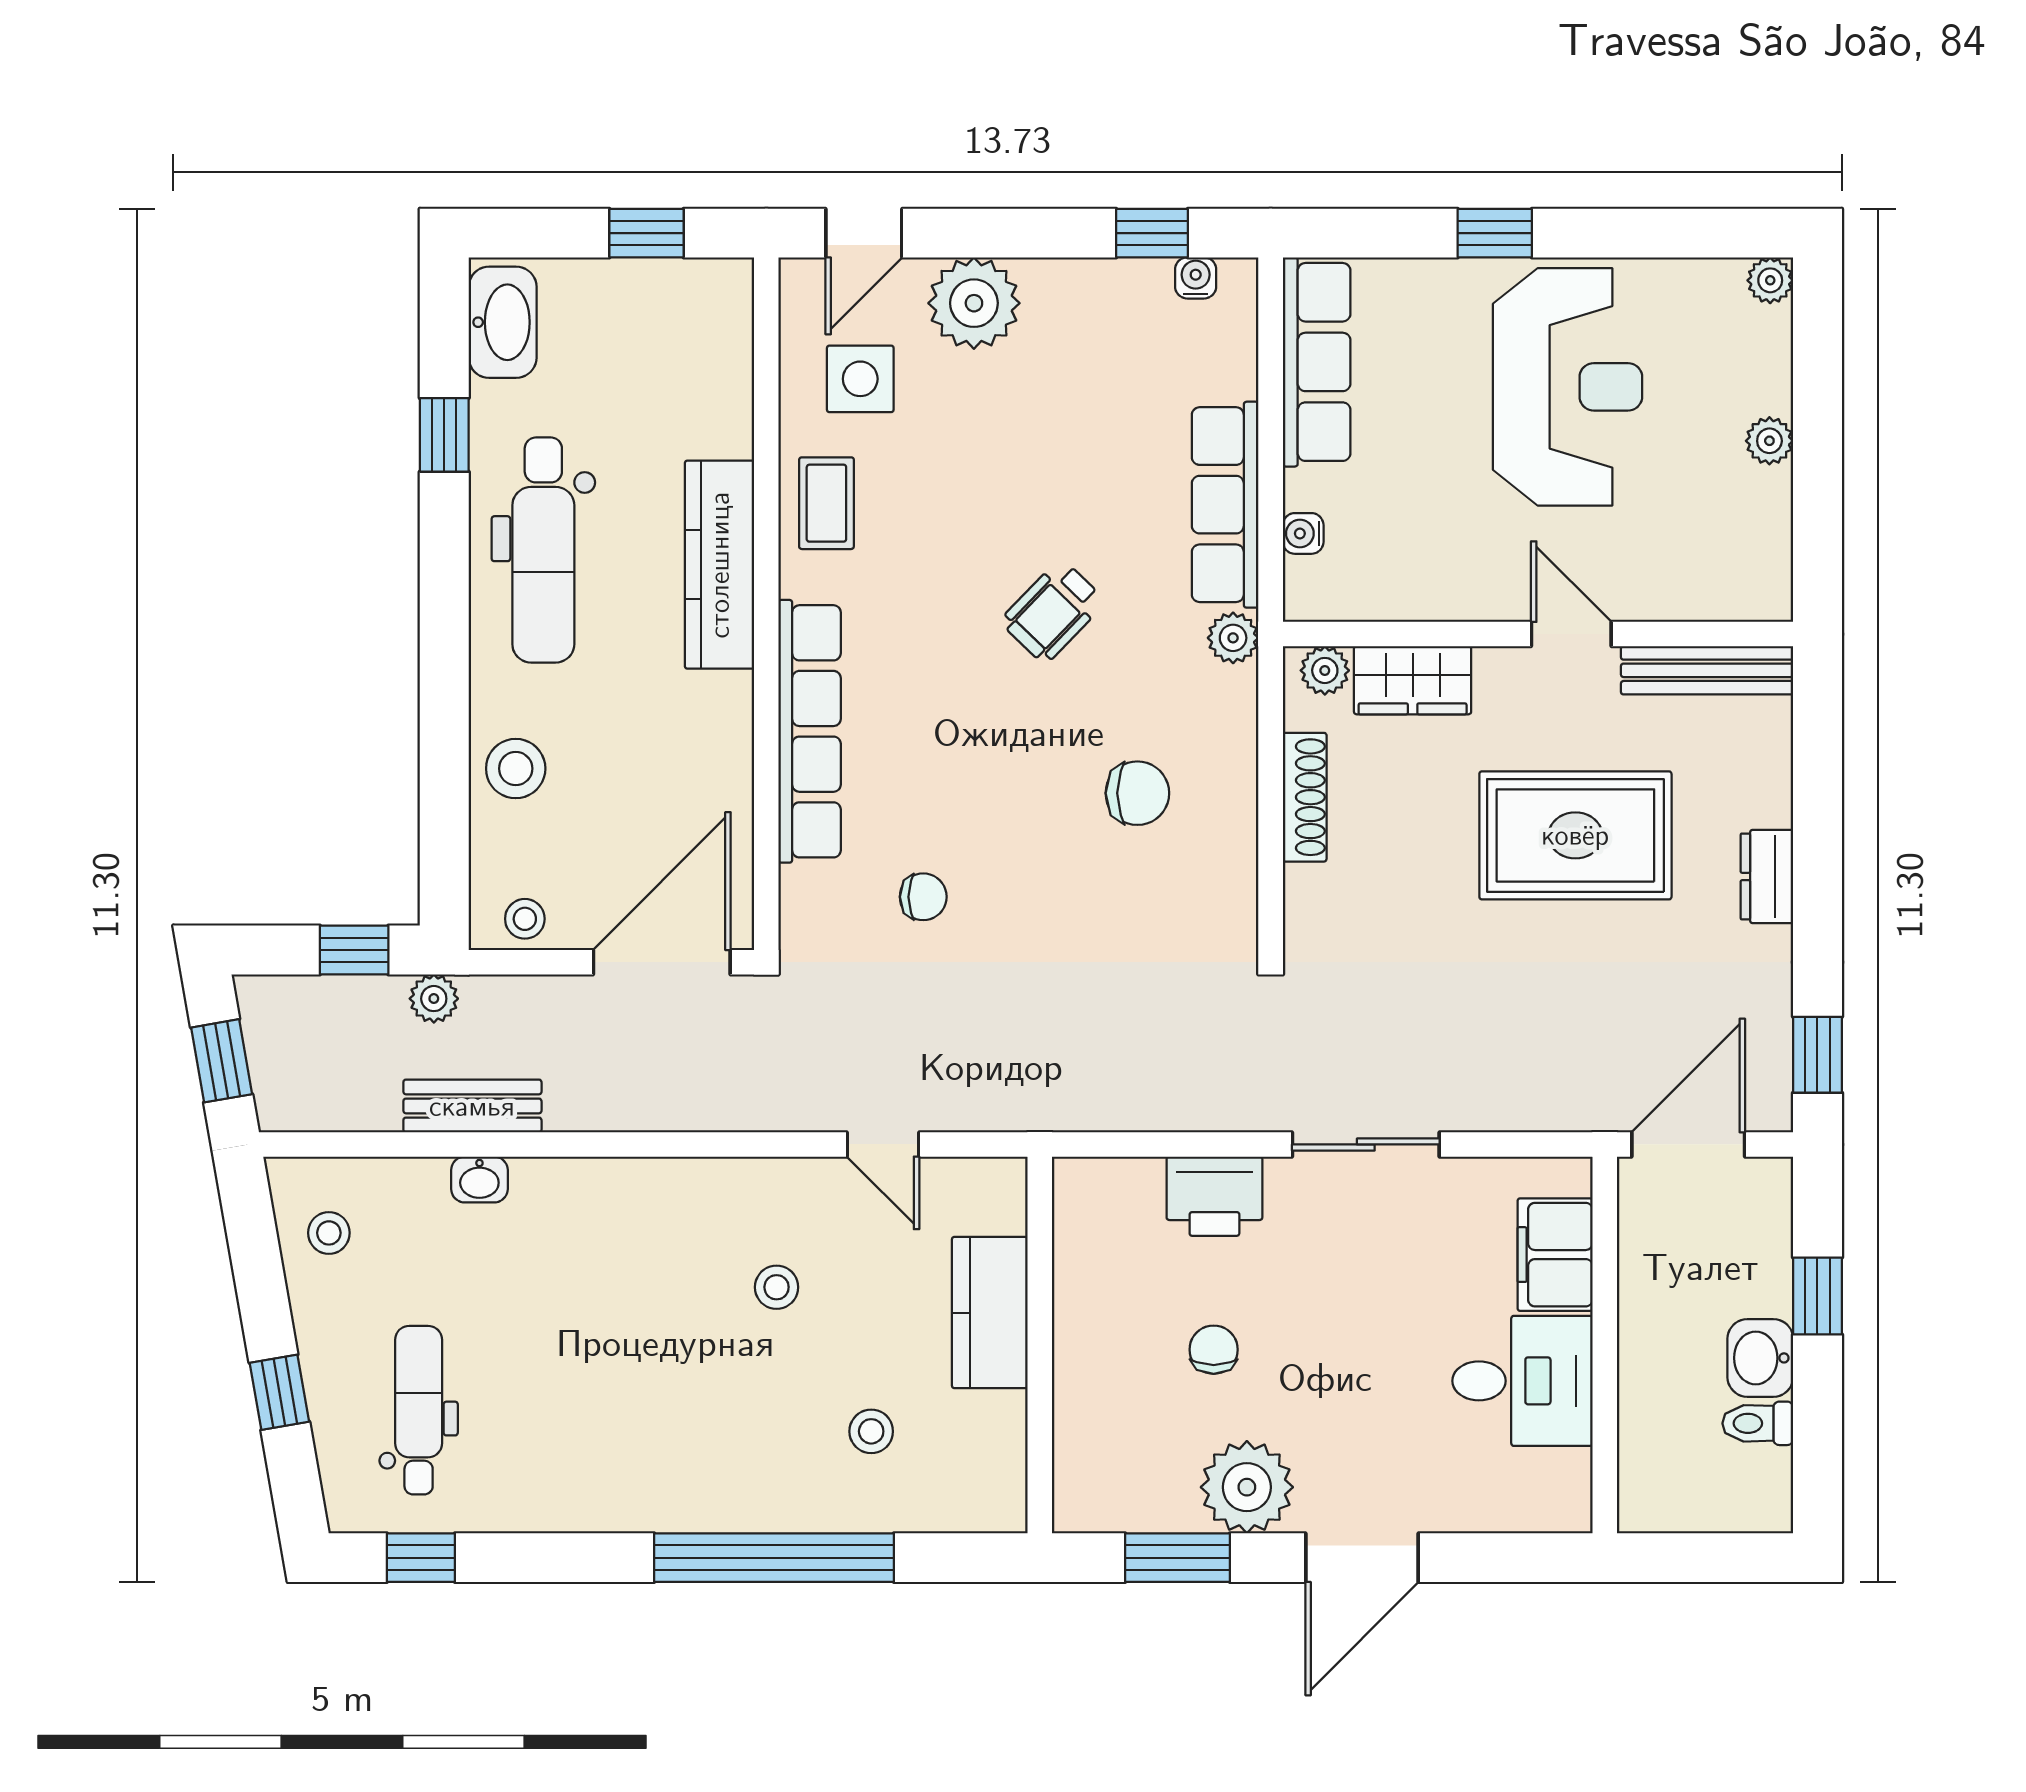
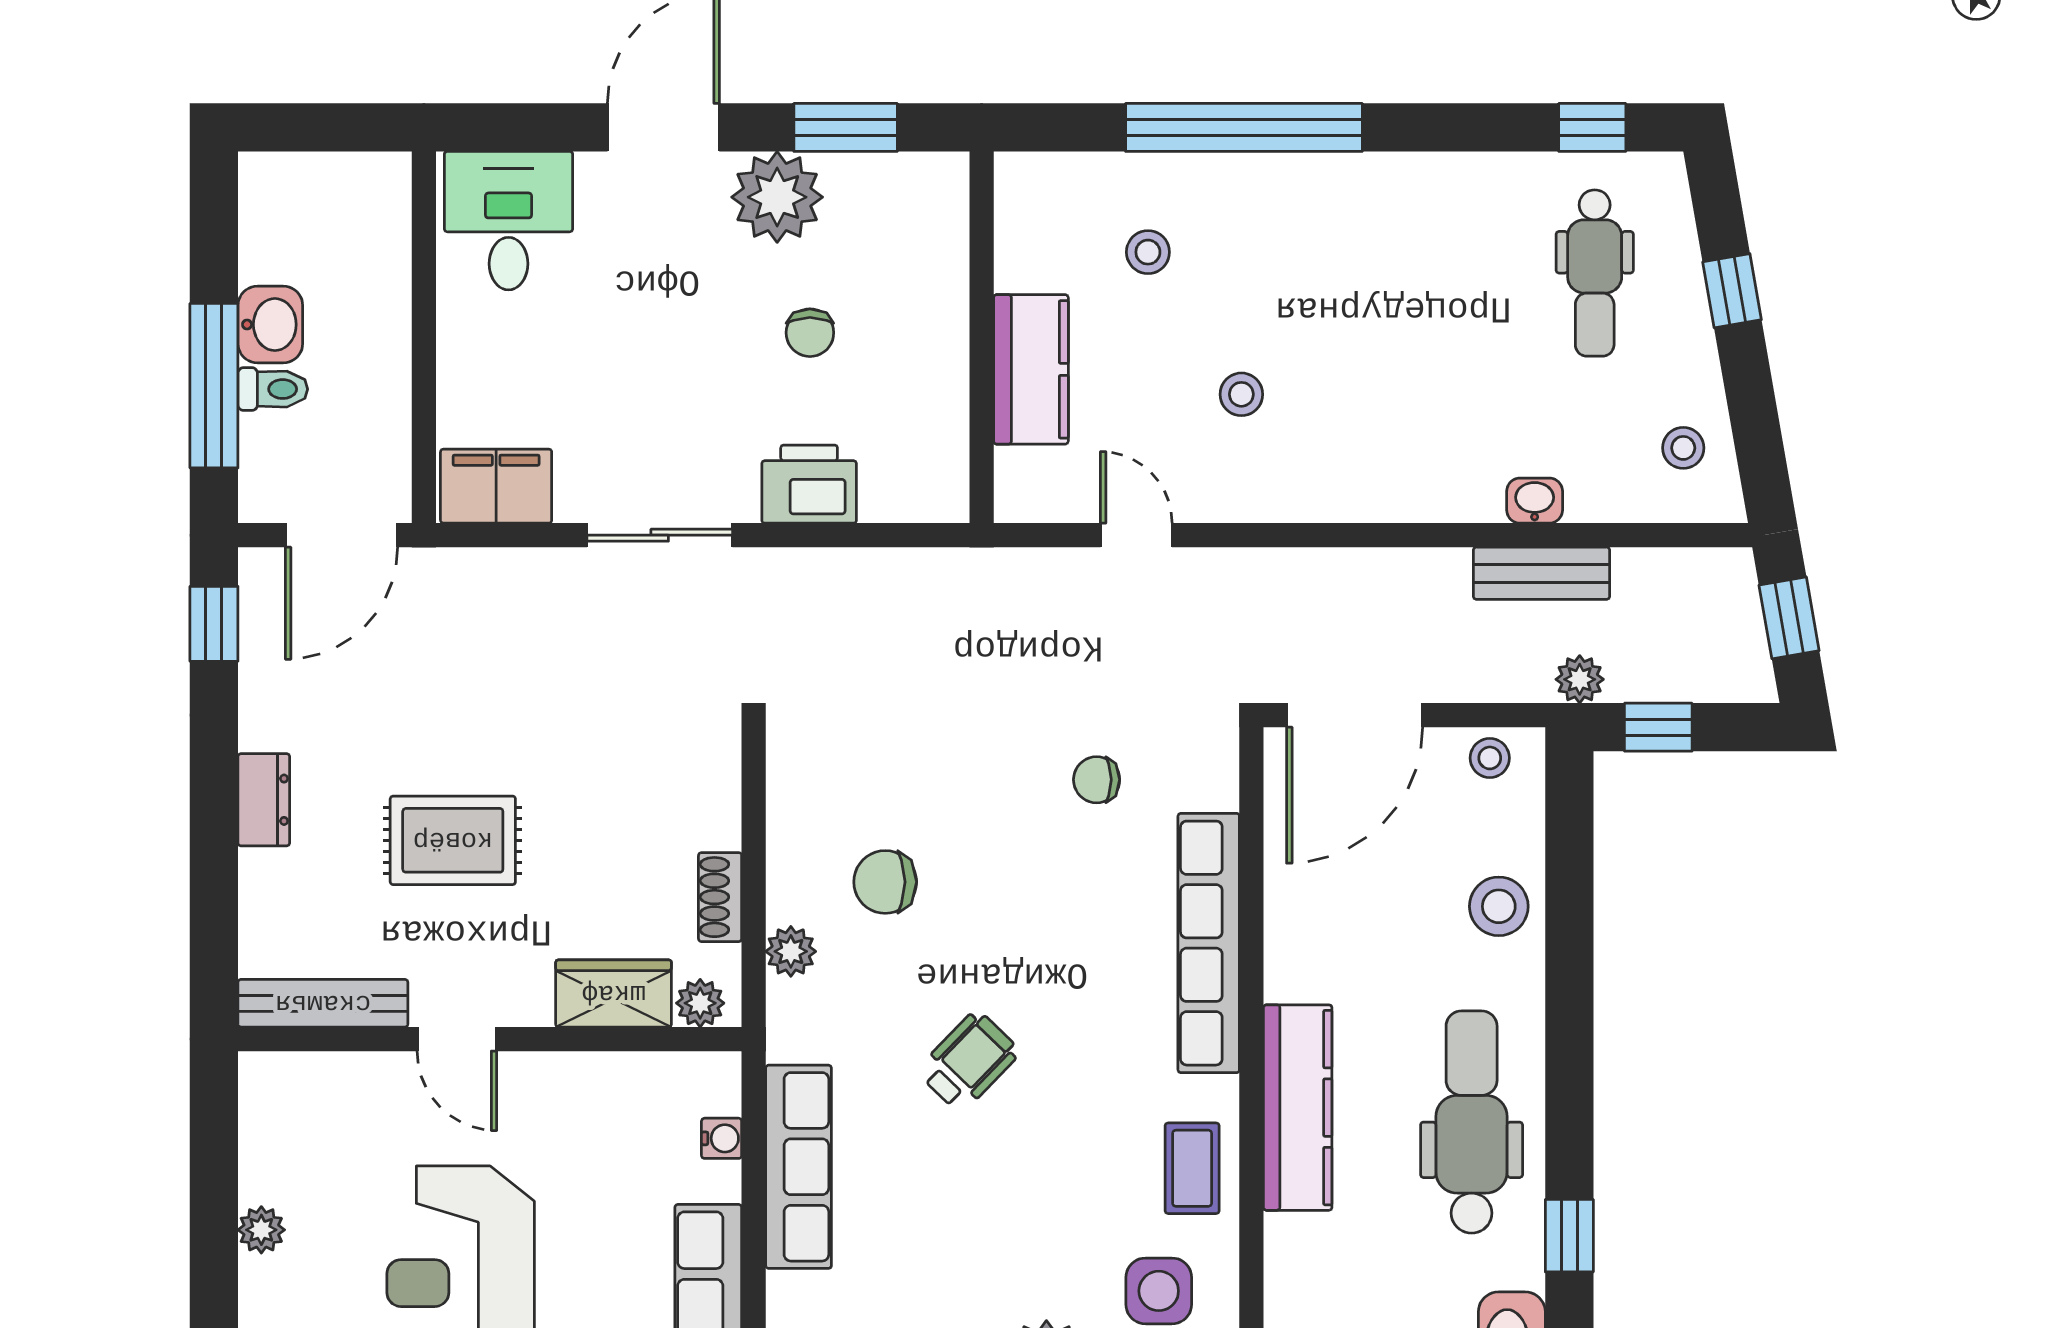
plant: (1233, 638) -> (791, 951), moved
shoe rack: (1305, 797) -> (720, 897), width x0.70
rug: (1575, 835) -> (453, 840), width x0.73, depth x0.70
filing cabinet: (1555, 1255) -> (496, 486), moved, turned -90
window: (1817, 1296) -> (214, 386), width x2.17
desk: (1522, 1381) -> (508, 221), moved, turned 90
toilet: (1758, 1423) -> (273, 389), moved

